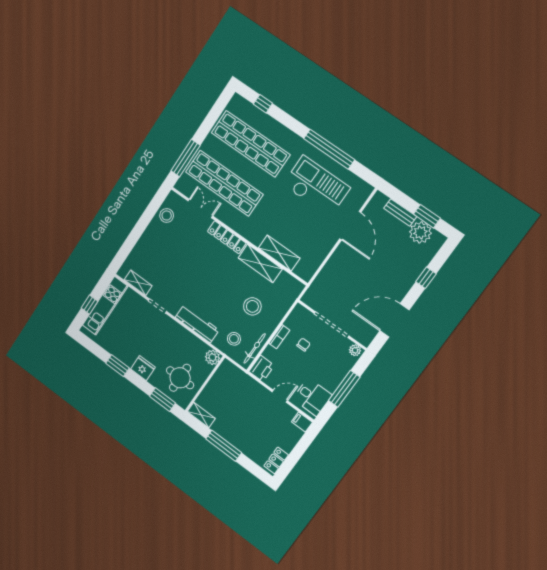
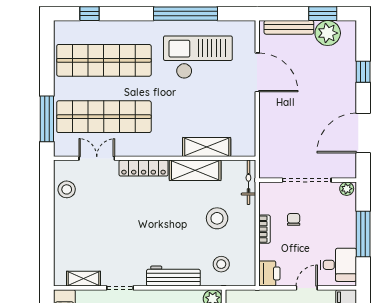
bench: (400, 212) -> (289, 27), width x1.36
bicycle: (255, 348) -> (248, 182), moved

